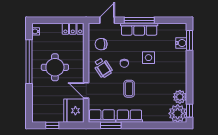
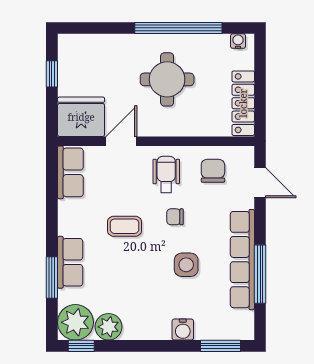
window: (139, 20) -> (260, 274), moved
locker: (73, 29) -> (243, 103), width x1.53
row of seats: (139, 29) -> (242, 260), width x1.36
water cooler: (181, 43) -> (183, 330), moved
wheelchair: (103, 68) -> (166, 174), turned 123
row of seats: (129, 116) -> (70, 262), moved
window: (111, 125) -> (52, 278), moved

